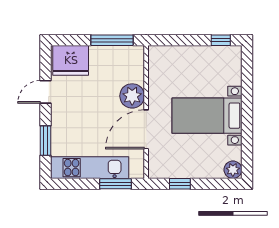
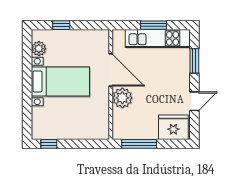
door: (146, 129) -> (111, 70), hinge flipped
plant: (233, 170) -> (39, 49), moved
window: (116, 184) -> (153, 25), moved
window: (180, 184) -> (61, 25), moved

